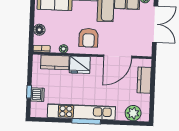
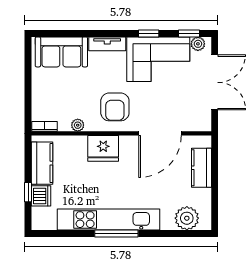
floor lamp: (39, 30) -> (40, 98), removed
kitchen counter: (55, 62) -> (42, 163), moved, turned -90

